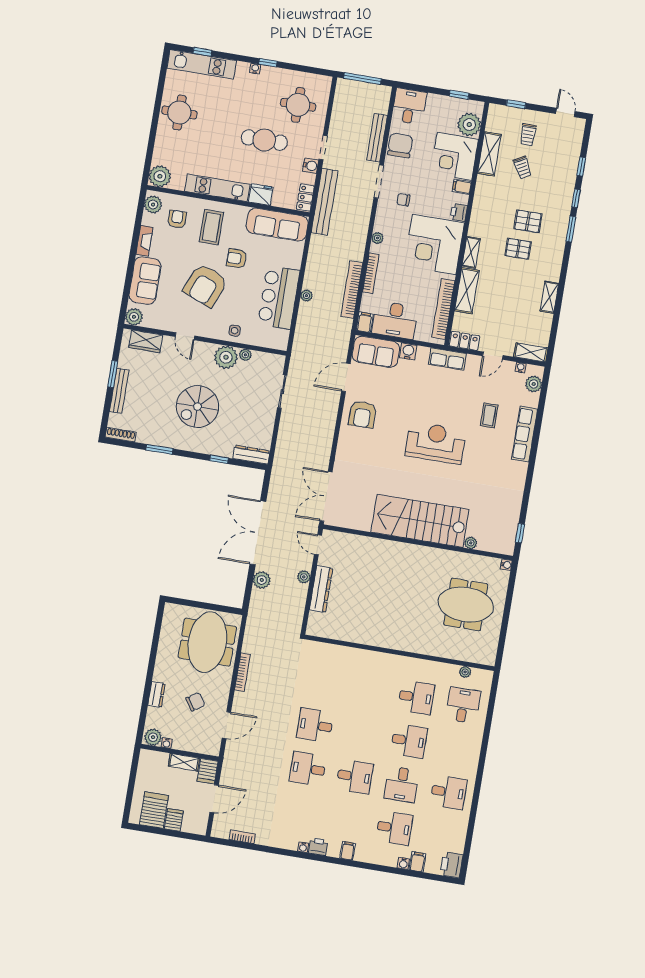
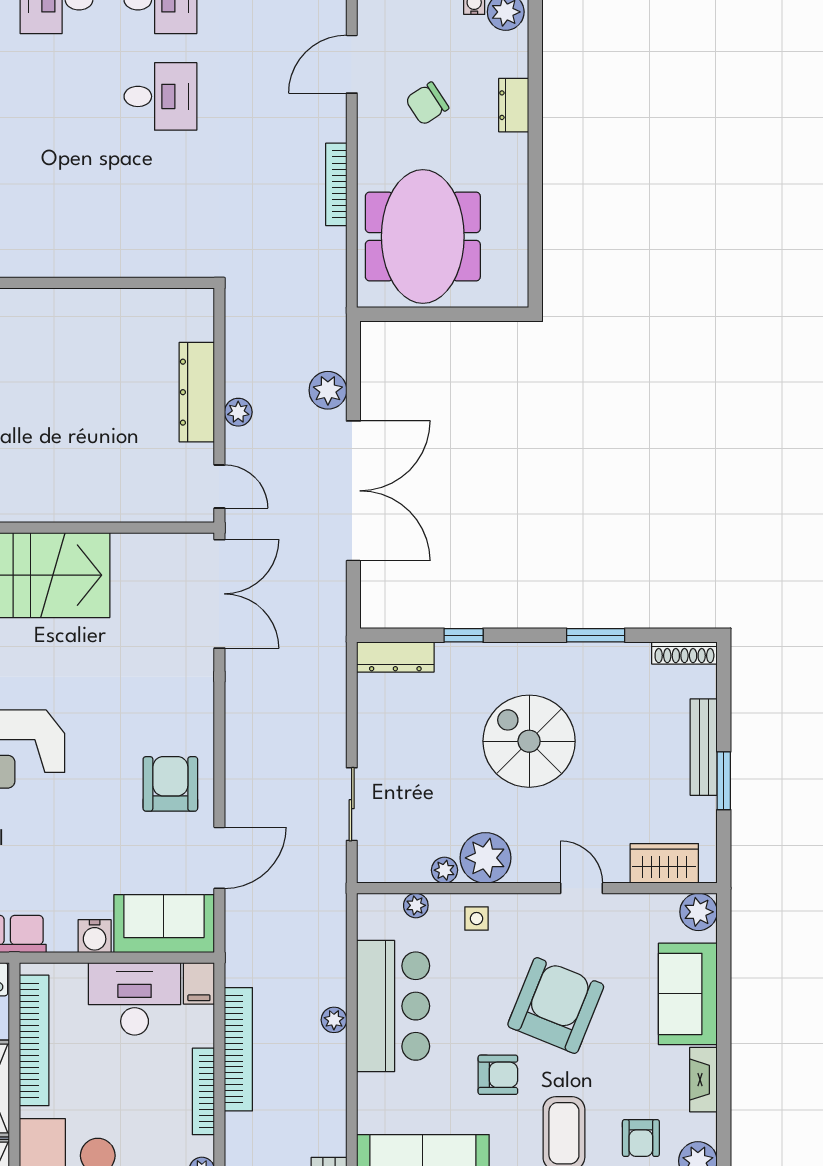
plant: (261, 341) -> (416, 905), added
spiral stairs: (198, 407) -> (529, 741), turned -90

